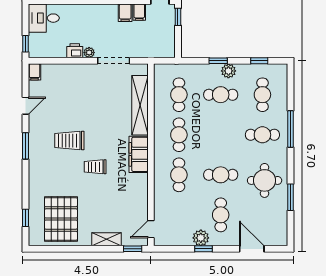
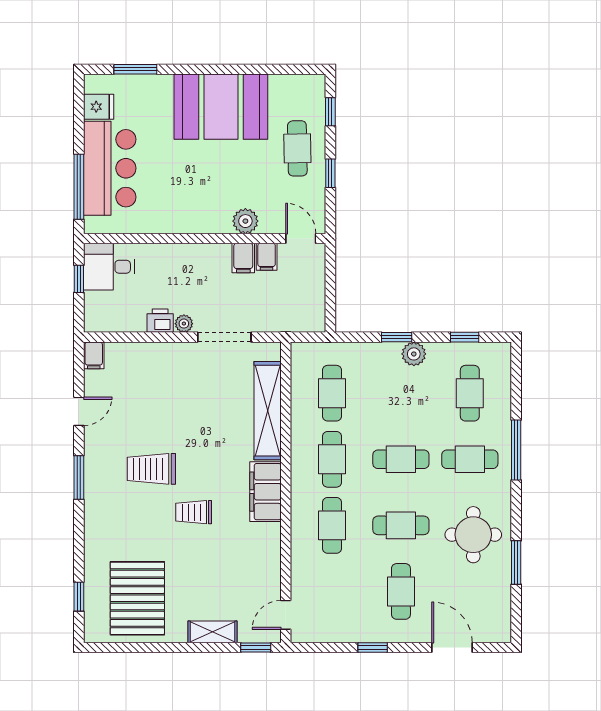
window: (178, 17) -> (330, 265), removed
window: (26, 44) -> (79, 279), moved
cafe table: (221, 95) -> (401, 459), moved
plant: (201, 238) -> (368, 629), removed

